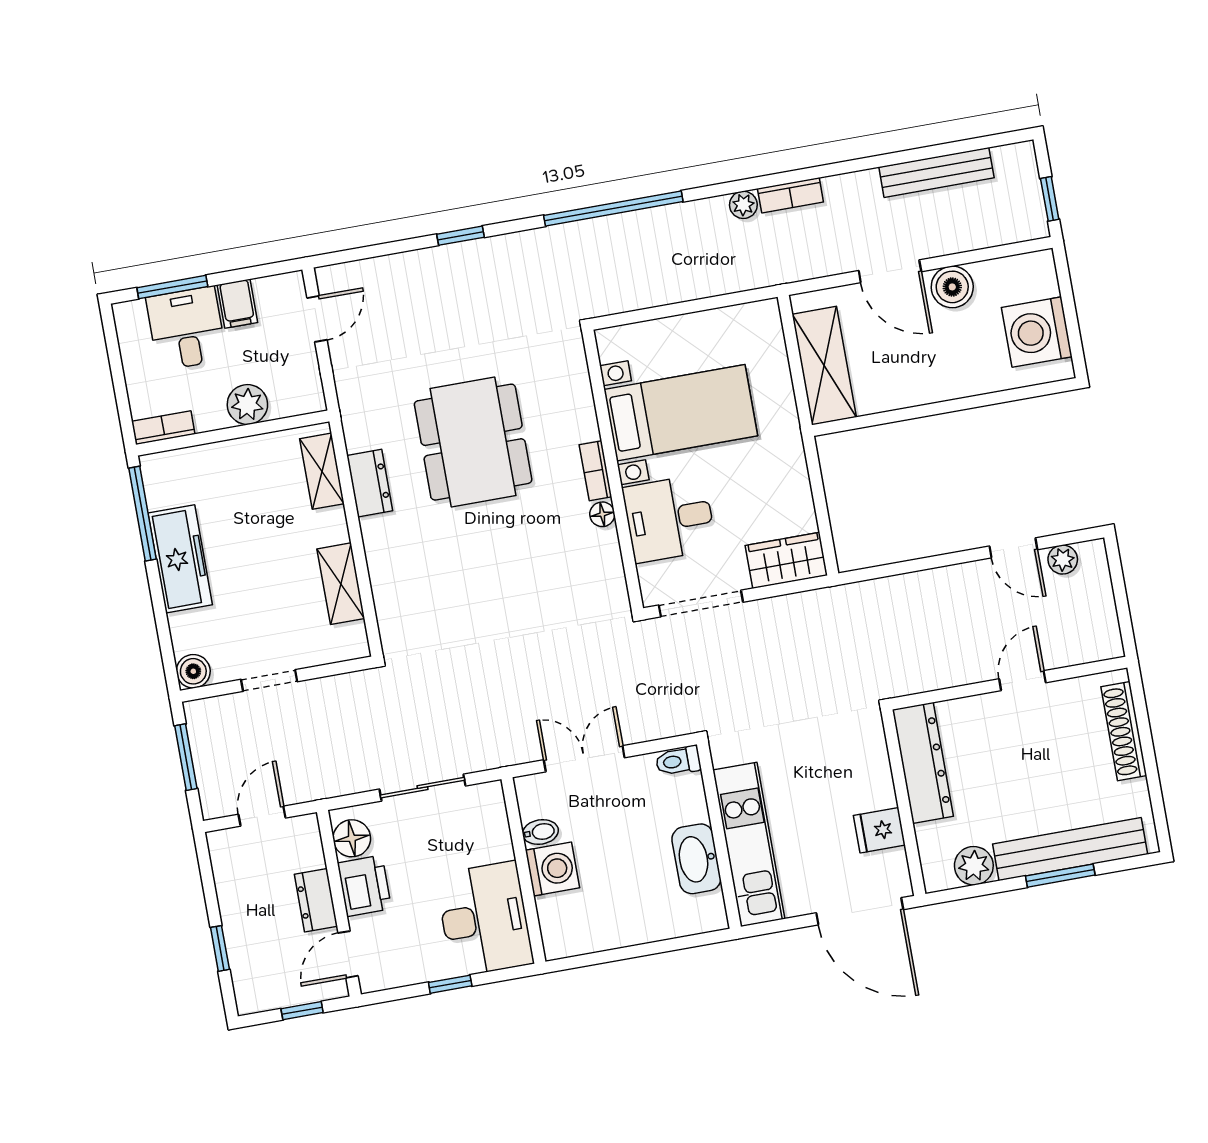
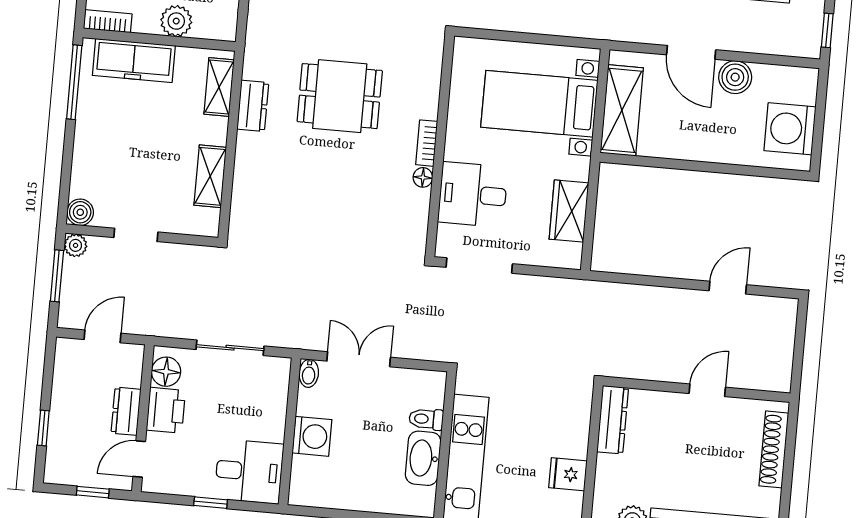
bed with nightstands: (681, 413) -> (539, 104), moved, turned 180
dining table: (473, 442) -> (340, 96), width x0.73
door: (1013, 548) -> (728, 288), swing flipped
freezer: (180, 559) -> (134, 60), moved, turned 90
wardrobe: (786, 560) -> (569, 211), moved, turned -90
plant: (1063, 560) -> (76, 245), moved
toilet: (678, 761) -> (426, 419), moved
dresser: (923, 763) -> (613, 420), width x0.73, depth x0.80
bidet: (540, 832) -> (309, 373), moved, turned 90
desk: (484, 919) -> (249, 471), width x0.73

